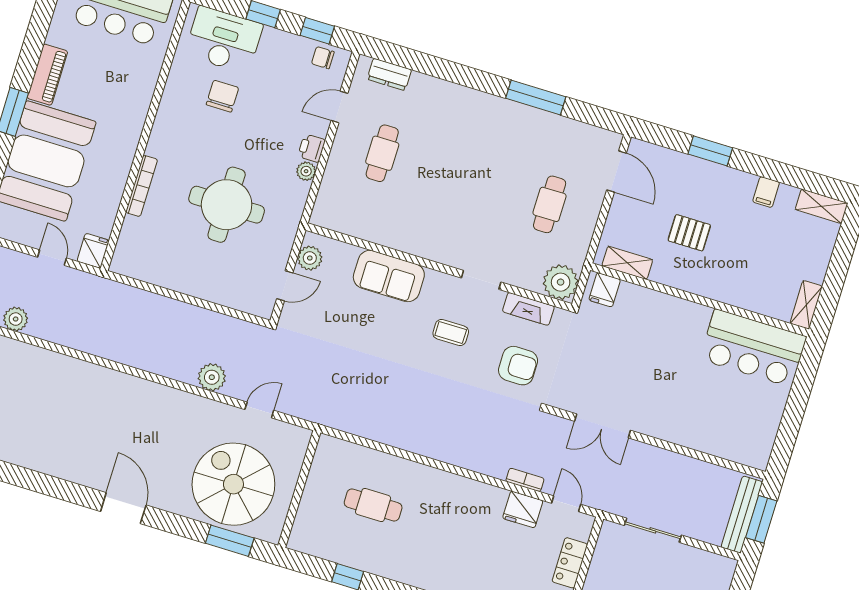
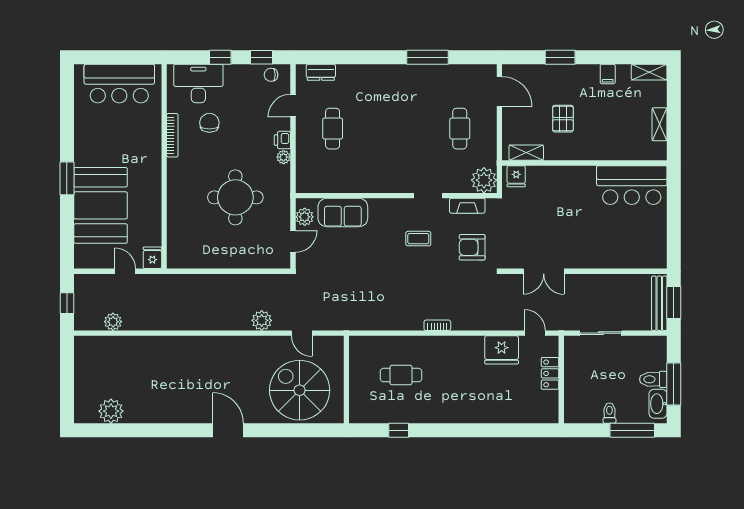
piano: (47, 75) -> (83, 145), removed
bookcase: (142, 186) -> (172, 135), moved
pallet: (689, 233) -> (563, 119), turned 90
sofa: (389, 276) -> (343, 212), moved
shelving: (806, 305) -> (660, 124), moved
armchair: (518, 366) -> (472, 247), turned 180
door: (259, 410) -> (302, 333), swing flipped
bookcase: (525, 480) -> (437, 325), moved
fridge: (523, 509) -> (502, 350), width x1.36, depth x1.34
window: (230, 541) -> (309, 430), removed

